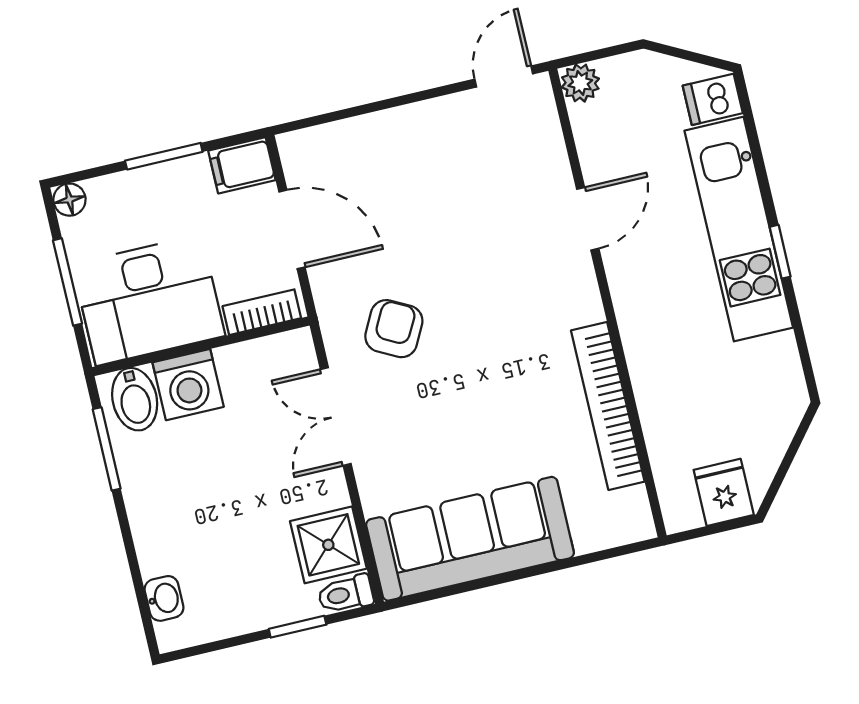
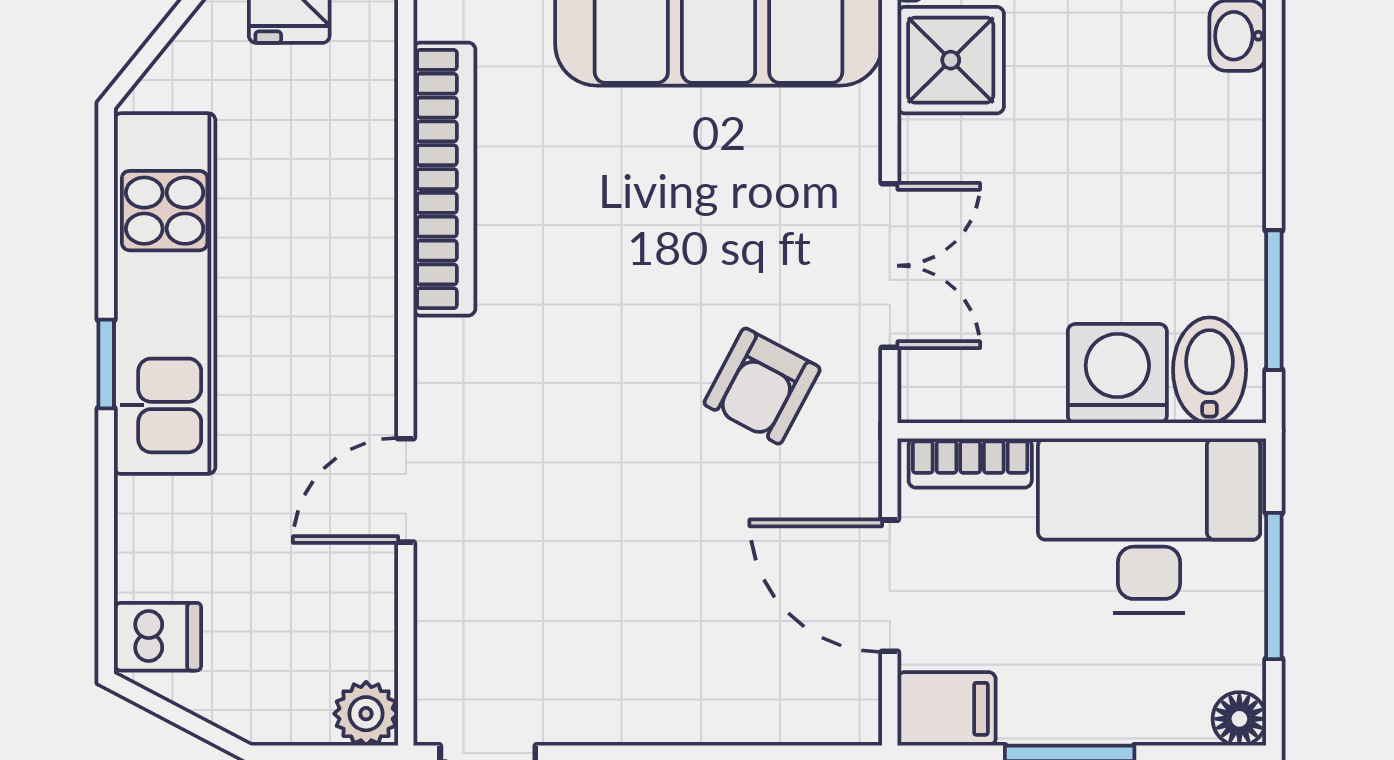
kitchen unit: (739, 229) -> (165, 294), moved

